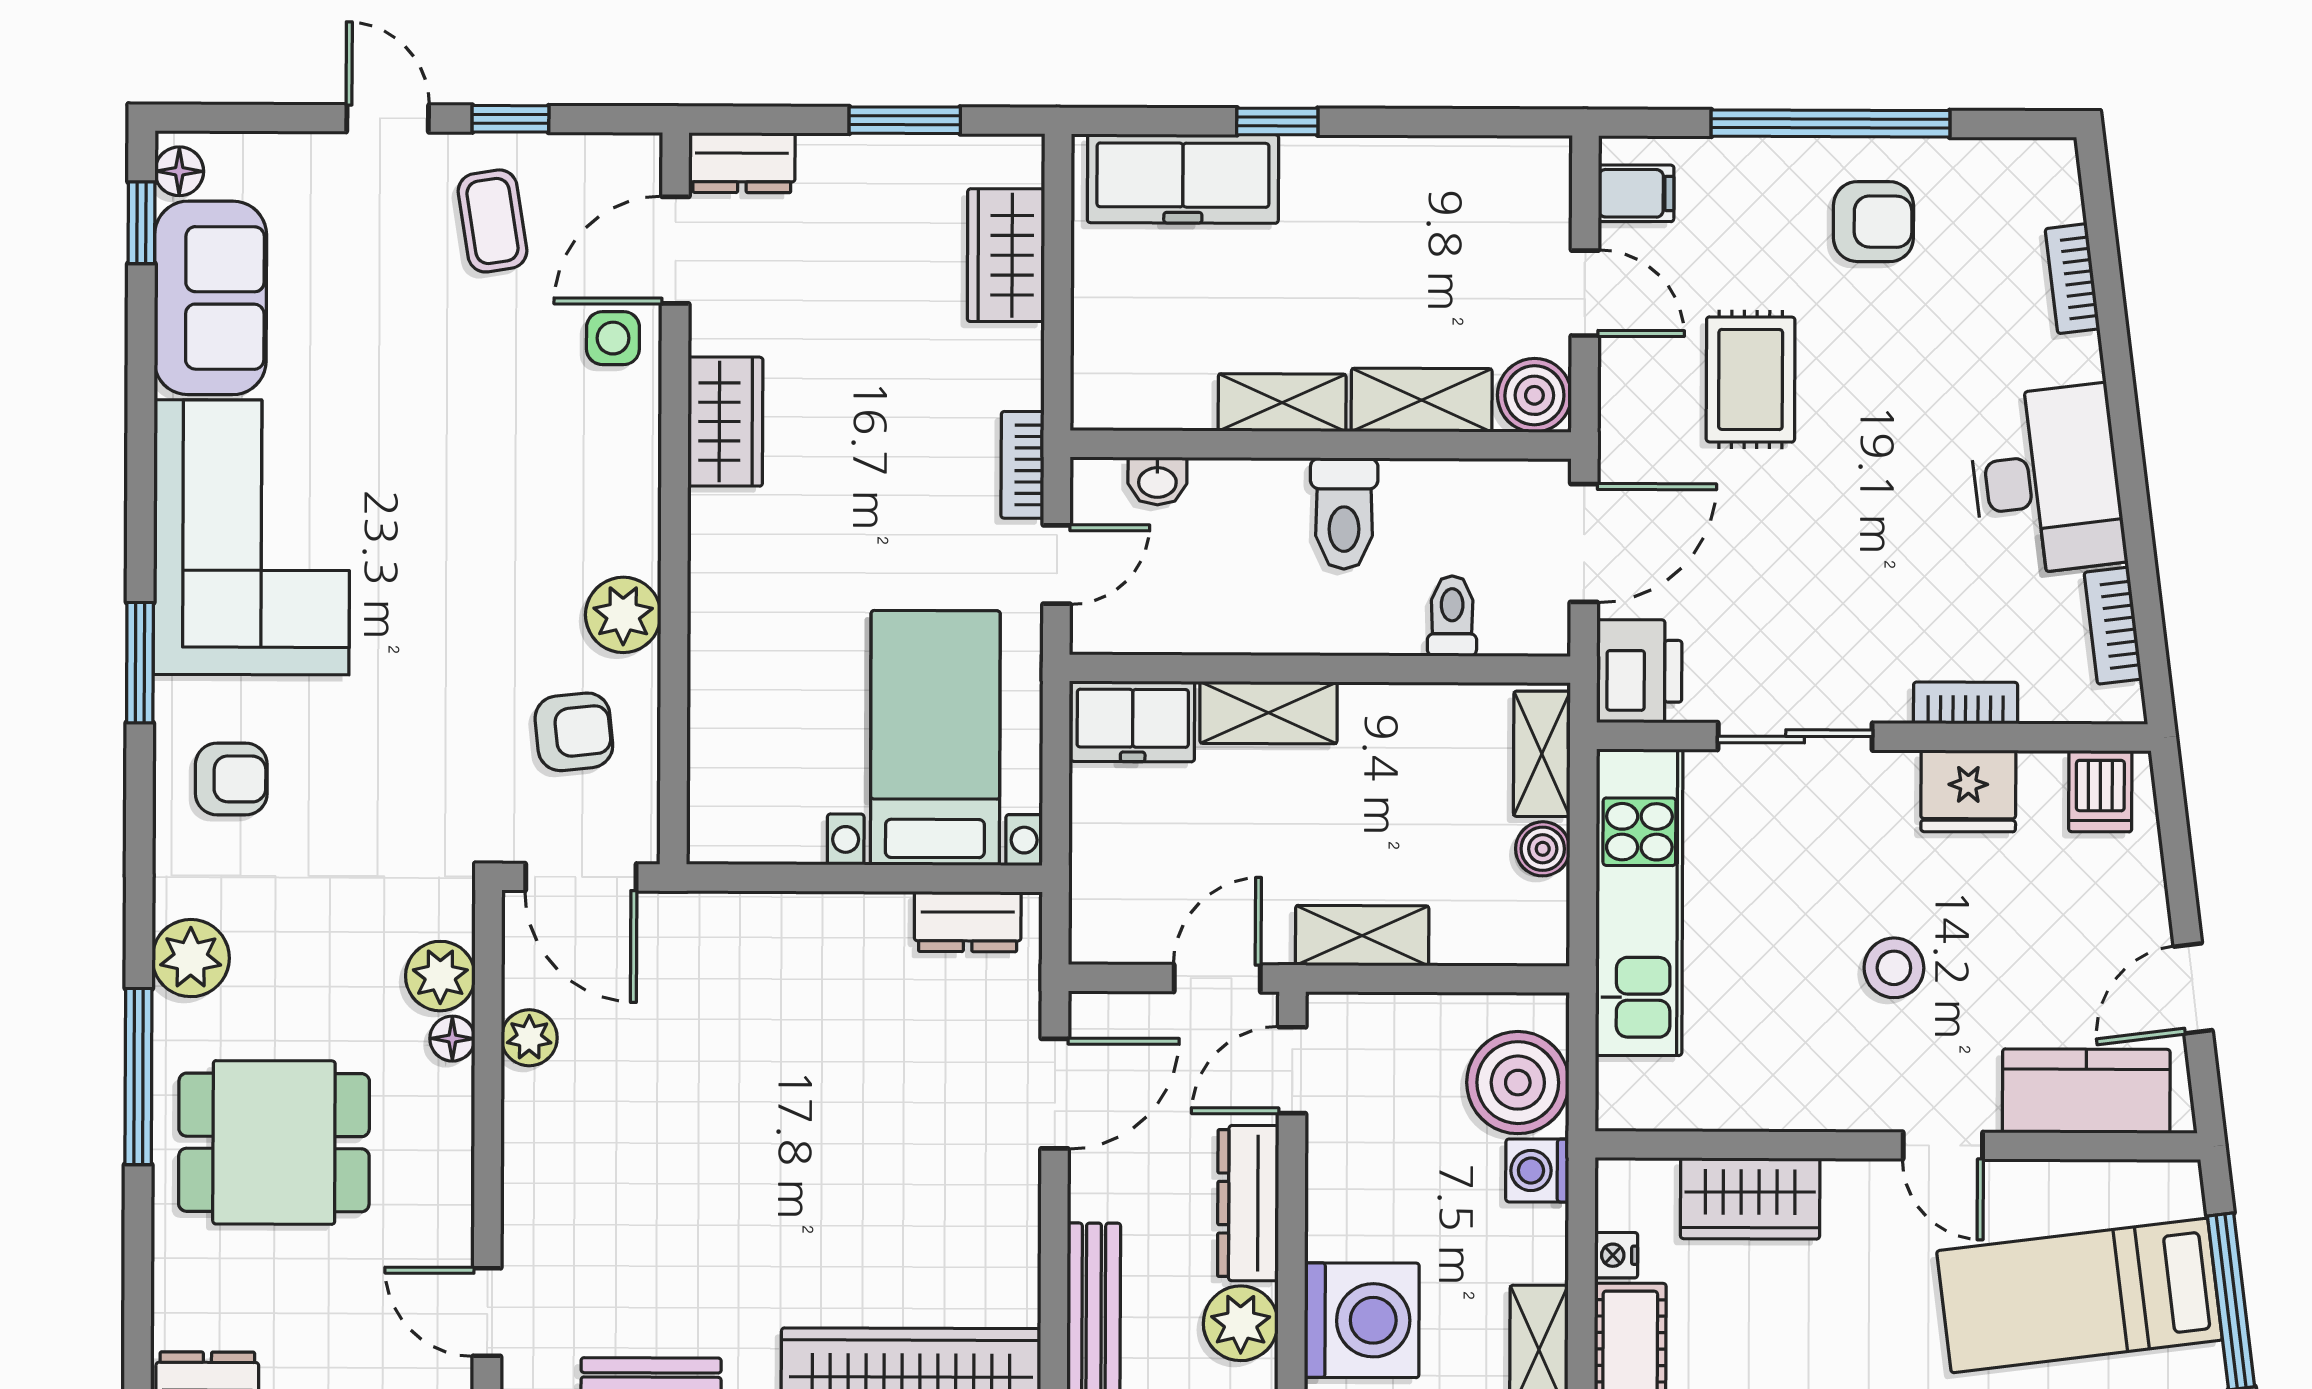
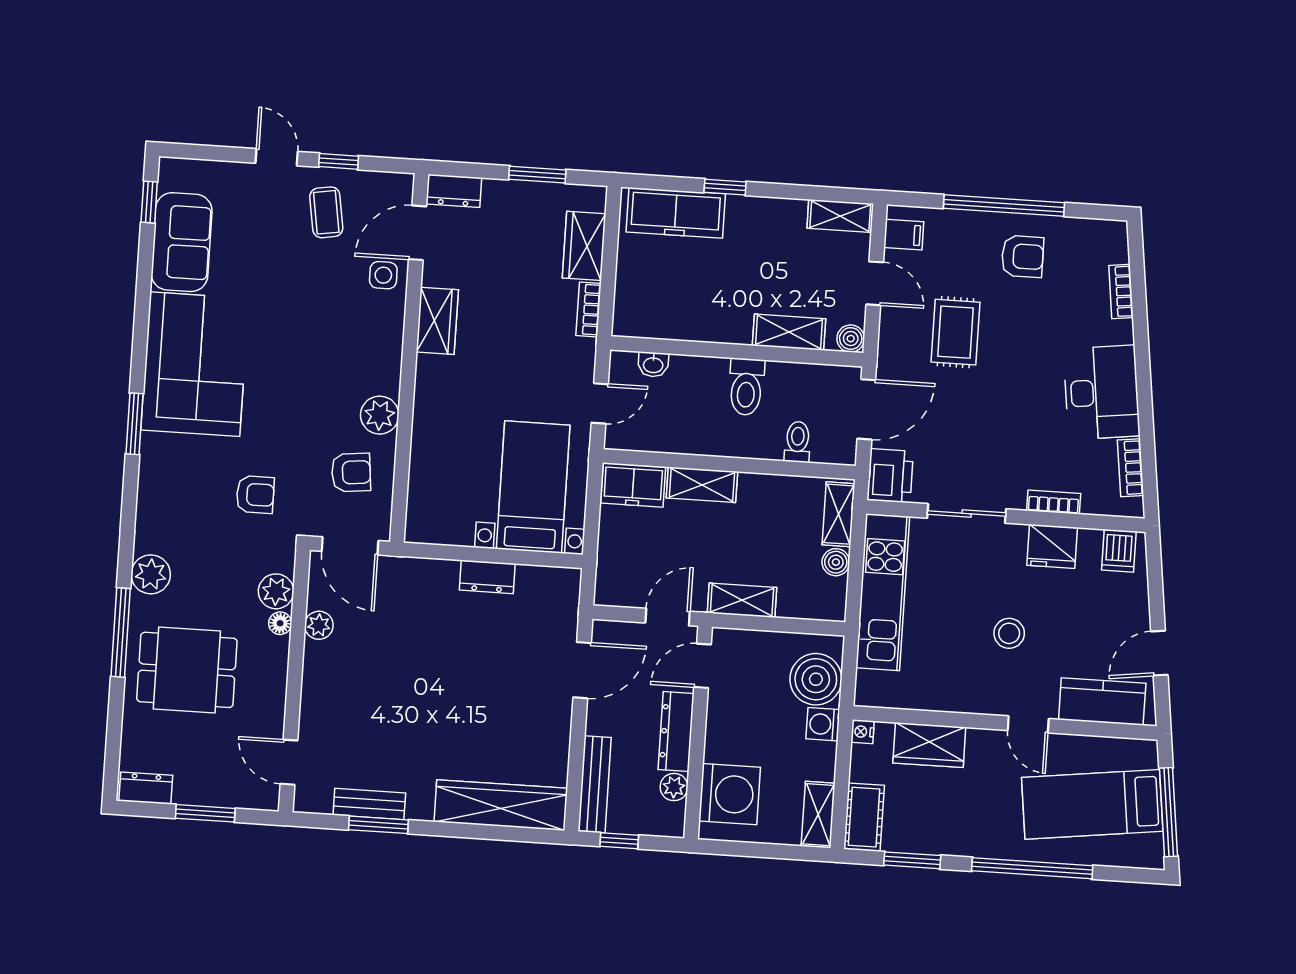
floor lamp: (179, 171) -> (170, 177), removed
boiler: (1534, 395) -> (851, 339), width x0.73, depth x0.73
shelving: (1282, 403) -> (840, 216), moved
bookcase: (1022, 465) -> (589, 309), moved
armchair: (231, 779) -> (255, 495), moved
dresser: (968, 922) -> (487, 577), moved
nightstand: (1616, 1255) -> (862, 732), moved
plant: (1241, 1323) -> (674, 787), width x0.73, depth x0.73

